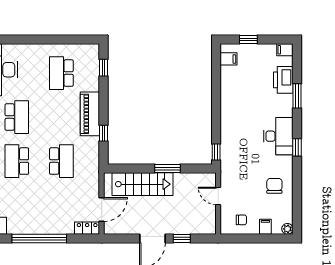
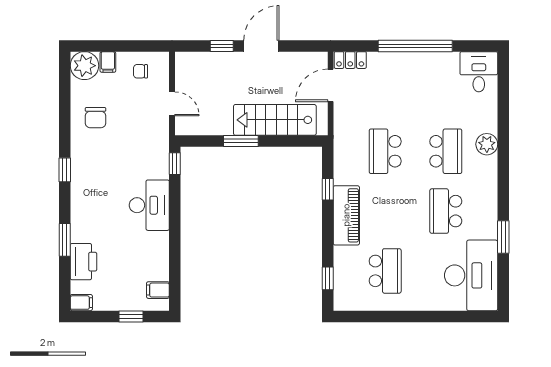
desk: (278, 136) -> (149, 205), moved, turned 180
plant: (287, 229) -> (84, 66), width x1.87, depth x1.87

